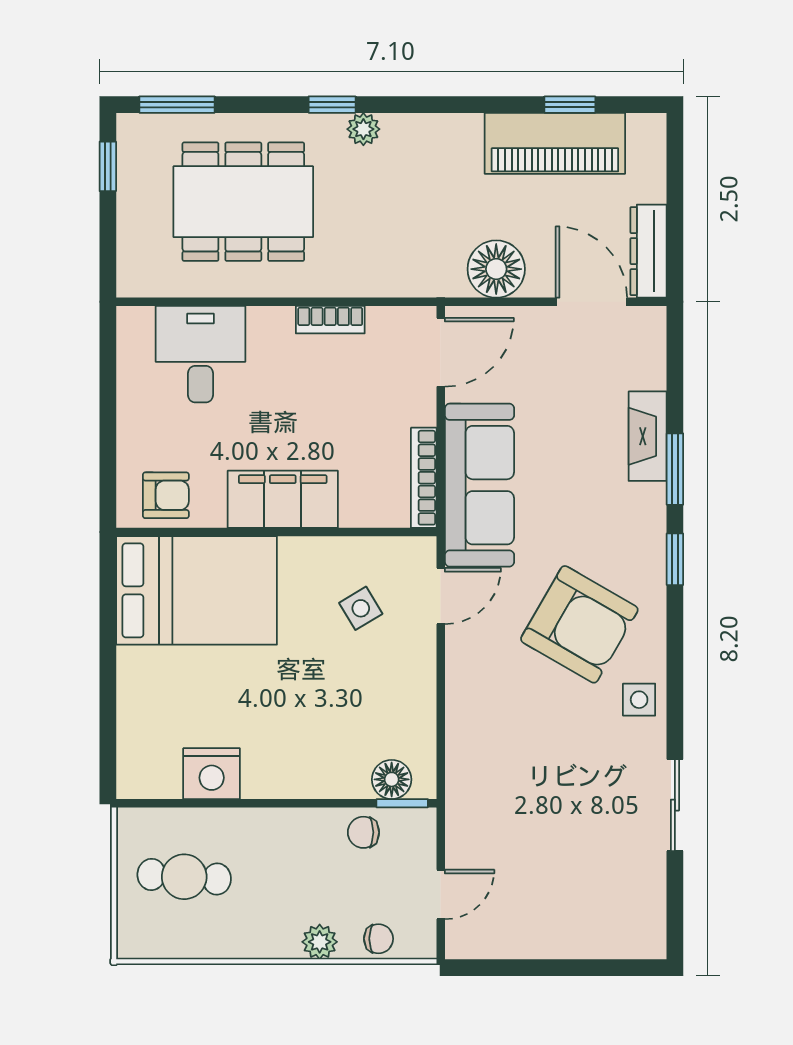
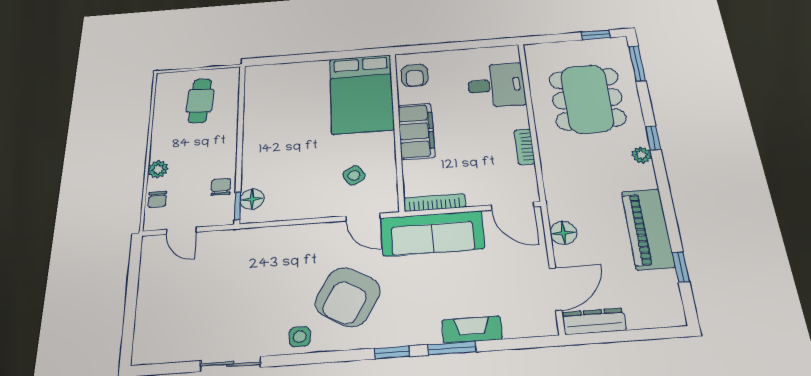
piano: (555, 143) -> (648, 229), moved
floor lamp: (496, 269) -> (563, 233), width x0.73, depth x0.73
nightstand: (212, 774) -> (258, 109), removed

